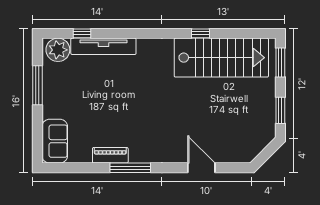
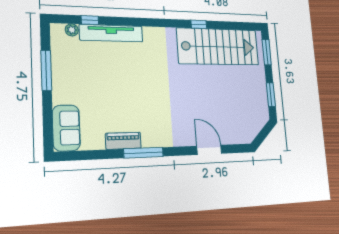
plant: (58, 50) -> (72, 30), width x0.53, depth x0.53

